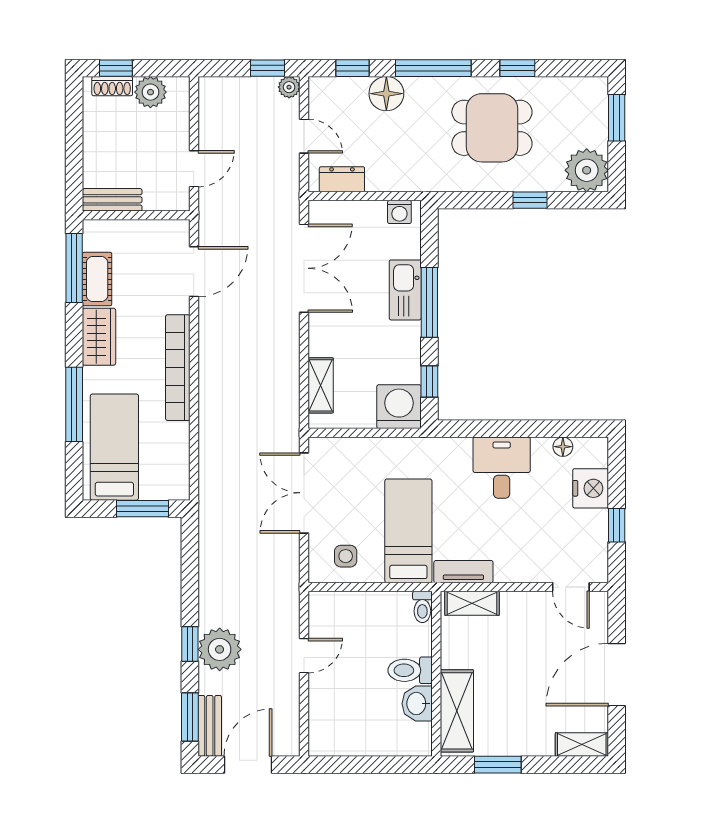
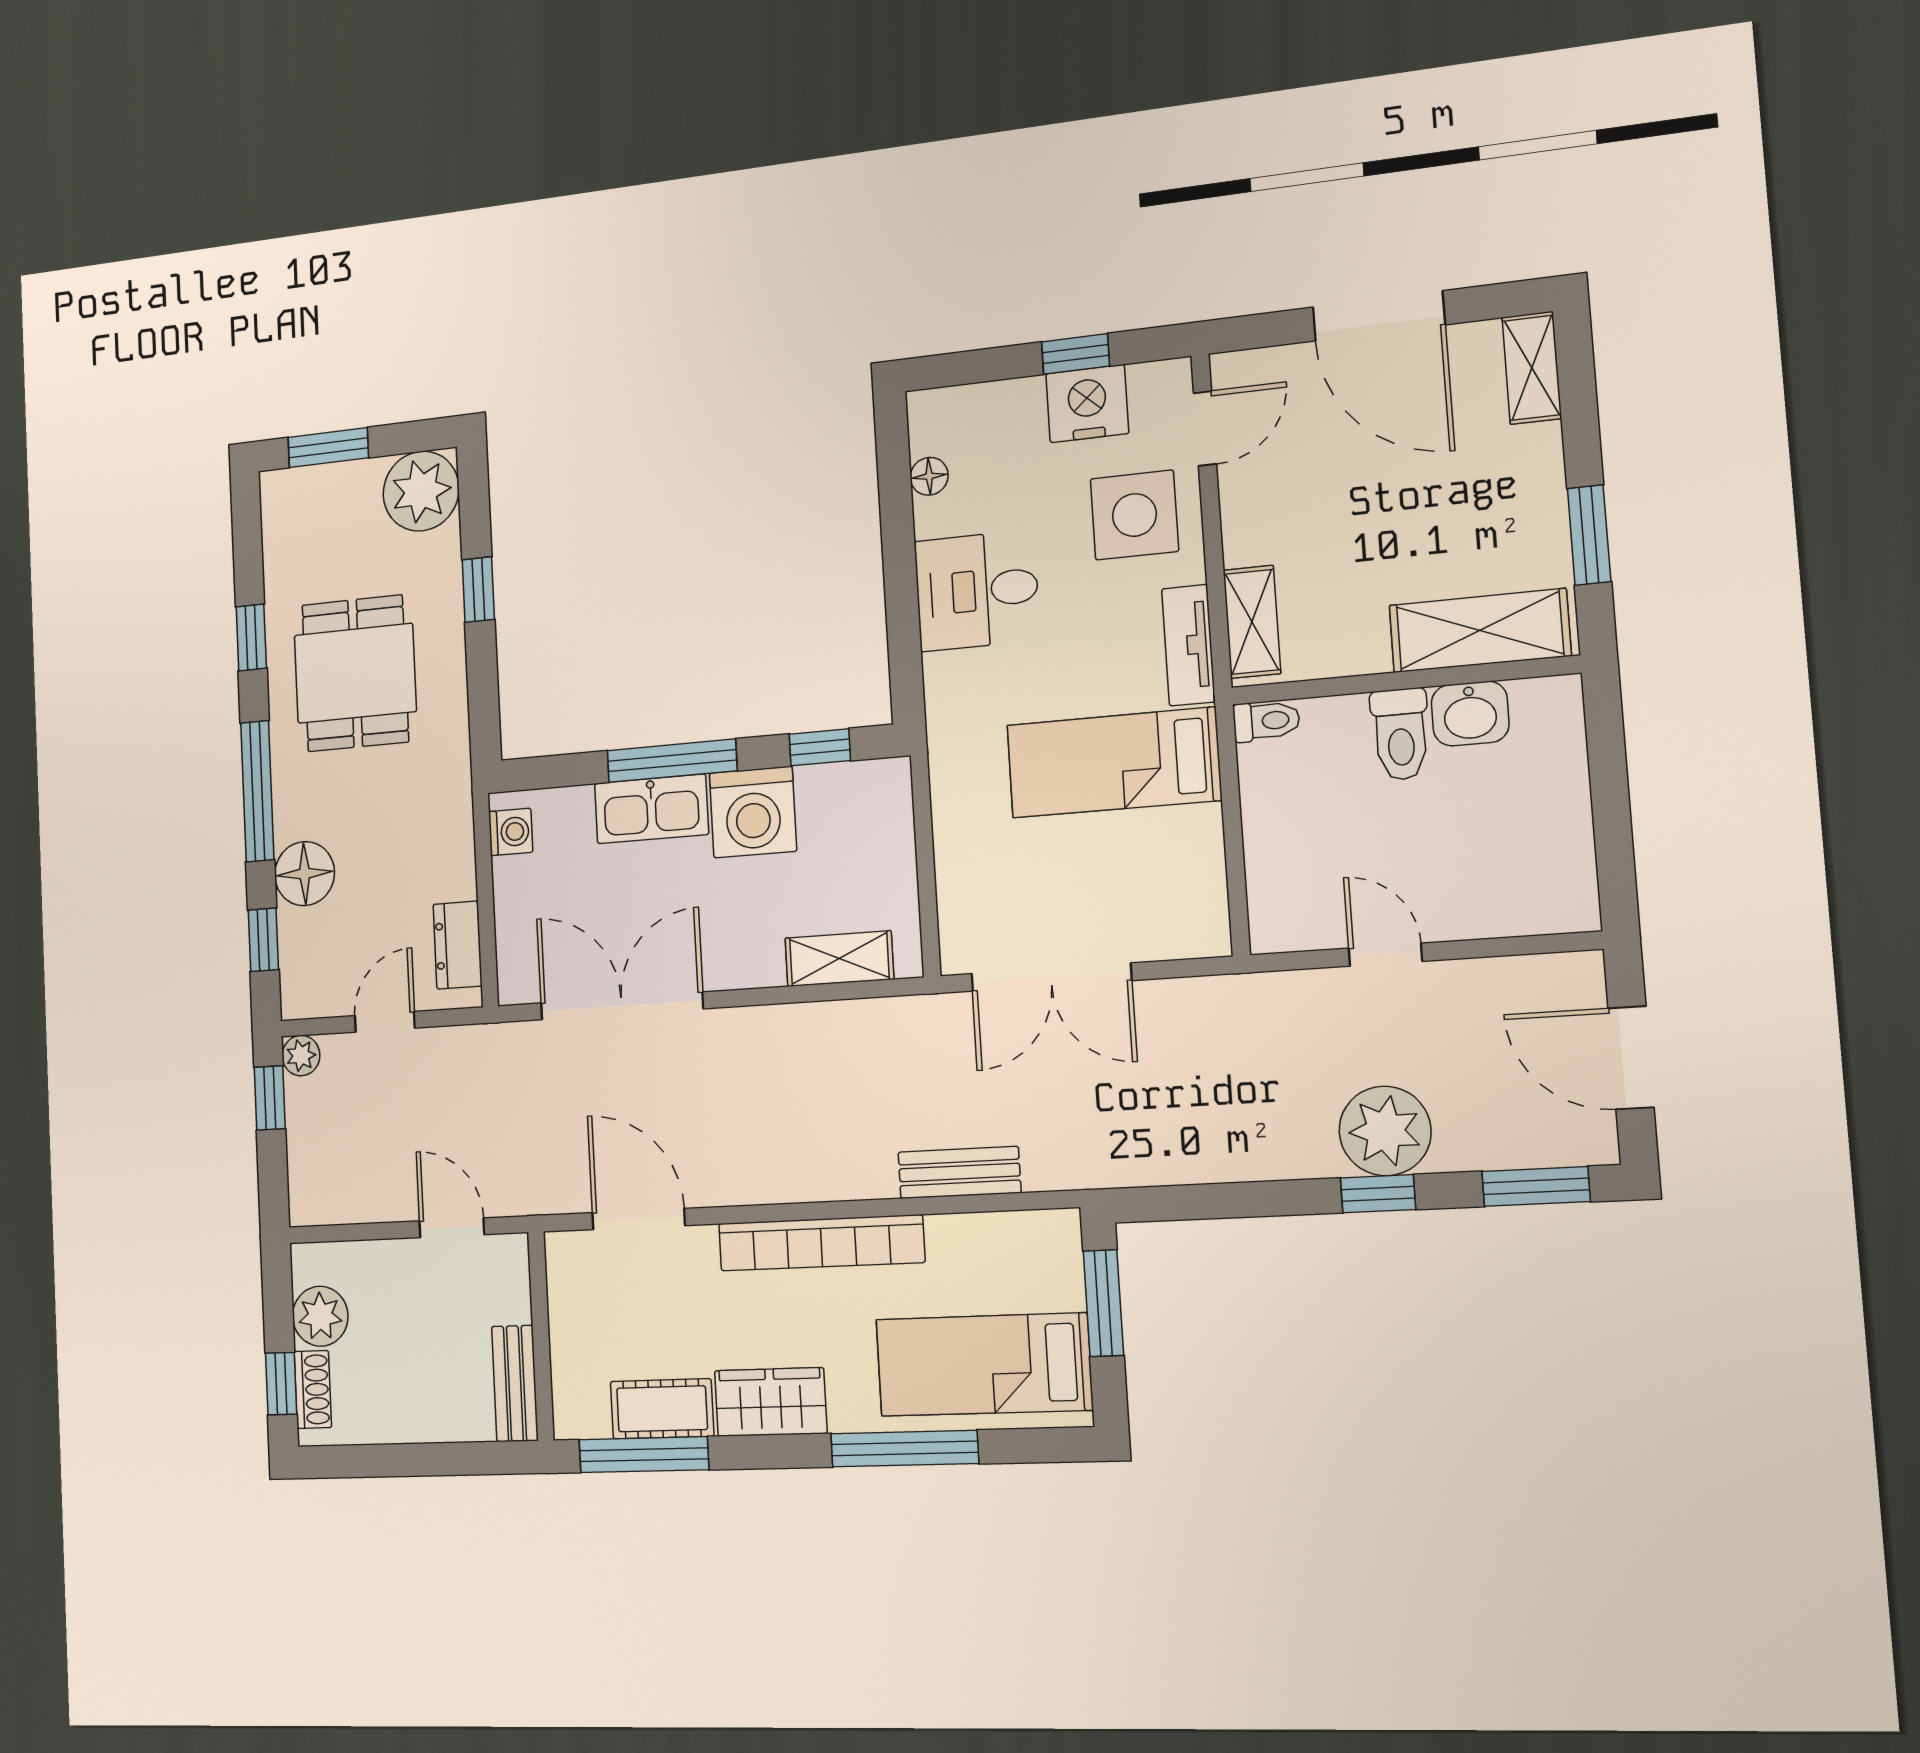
washing machine: (399, 407) -> (753, 812), moved, turned -90
nightstand: (591, 488) -> (1087, 404), moved
side table: (346, 556) -> (1134, 515), moved, width x1.87, depth x1.87
bench: (210, 726) -> (959, 1172), moved

